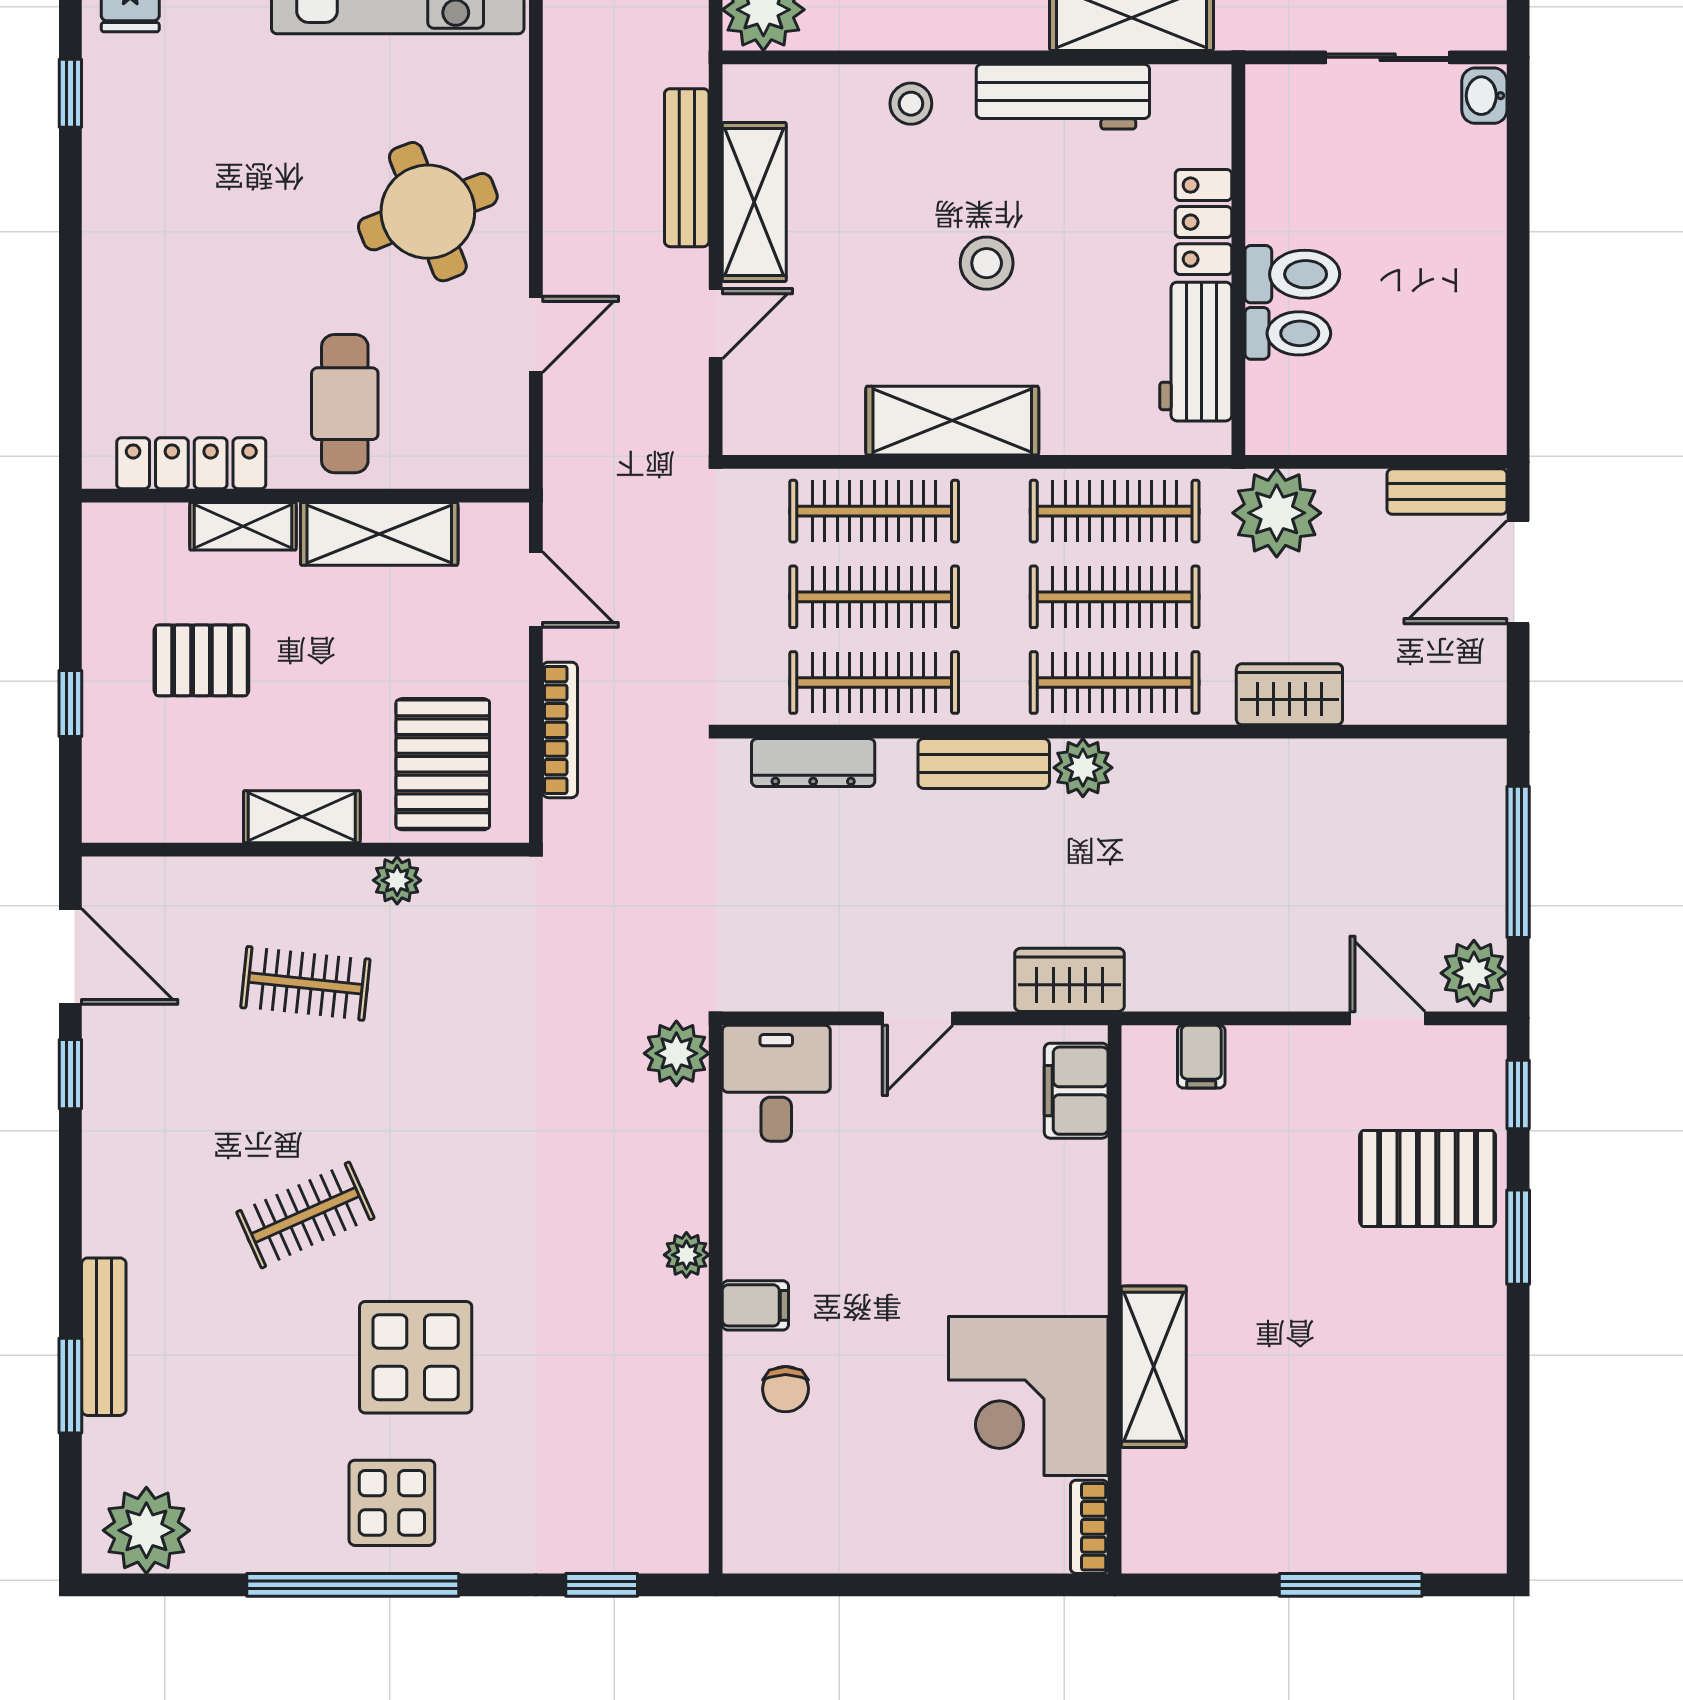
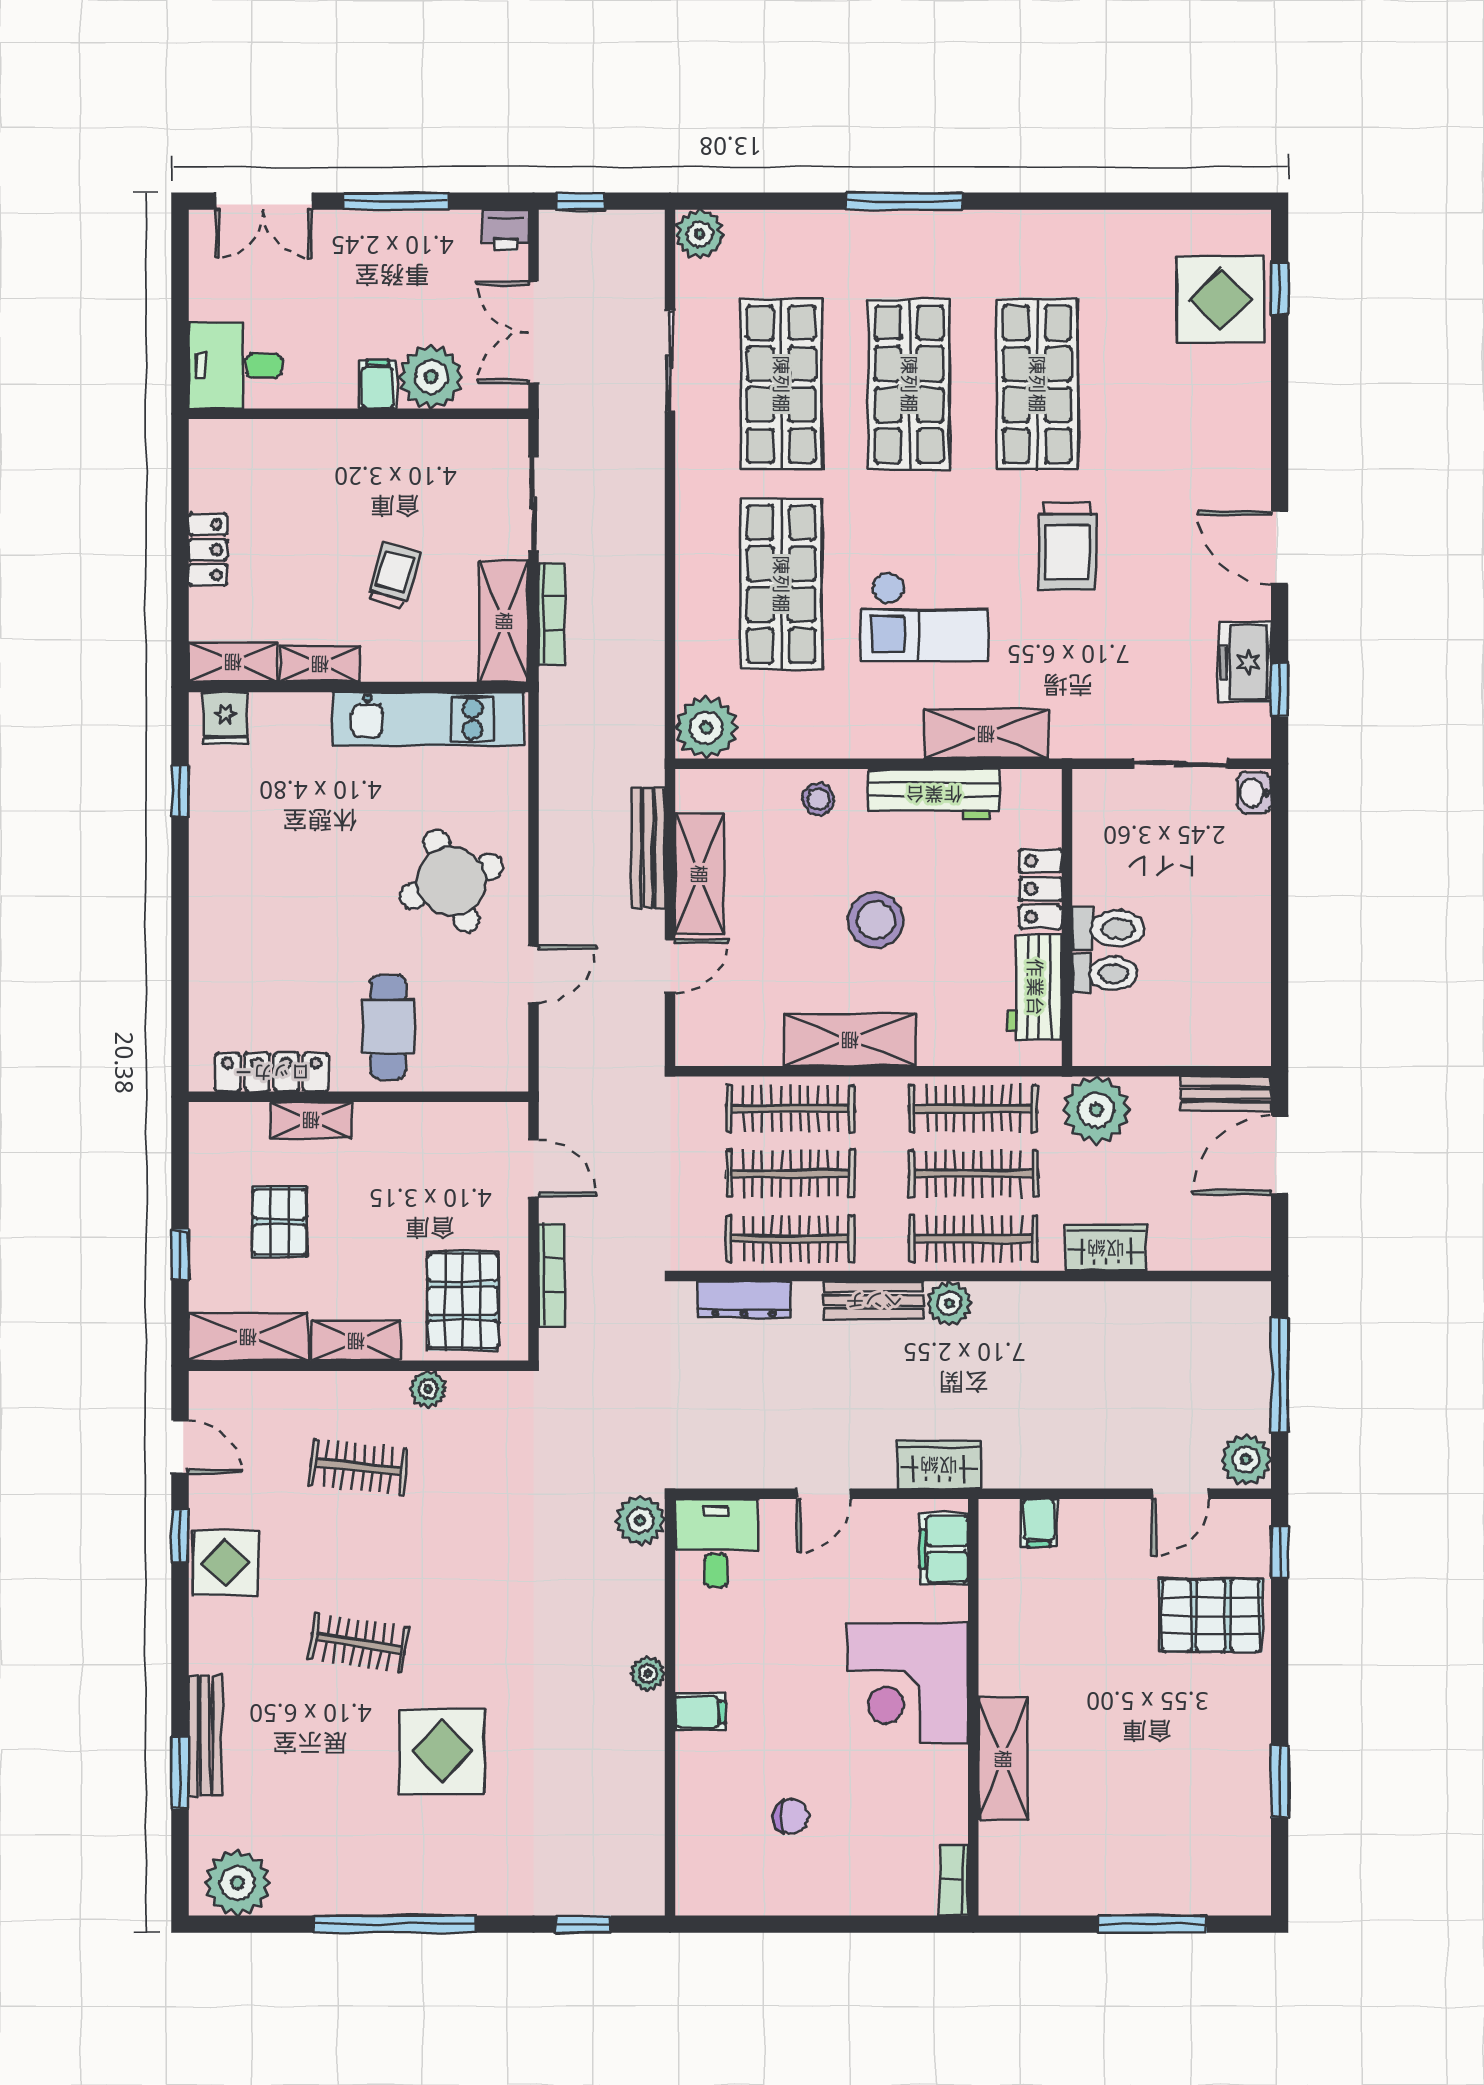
stool: (987, 263) -> (876, 920), width x1.38, depth x1.38
shelving: (379, 534) -> (248, 1337), moved
pallet: (201, 660) -> (279, 1222), turned 90
door: (70, 957) -> (180, 1447), width x0.73
door: (1388, 1018) -> (1180, 1494), swing flipped
clothes rail: (305, 1215) -> (358, 1643), turned 33
window: (1518, 1237) -> (1280, 1781), moved
chair: (786, 1389) -> (791, 1816), moved, turned -90
corner desk: (1028, 1396) -> (908, 1683), moved
display table: (392, 1503) -> (225, 1563), moved

